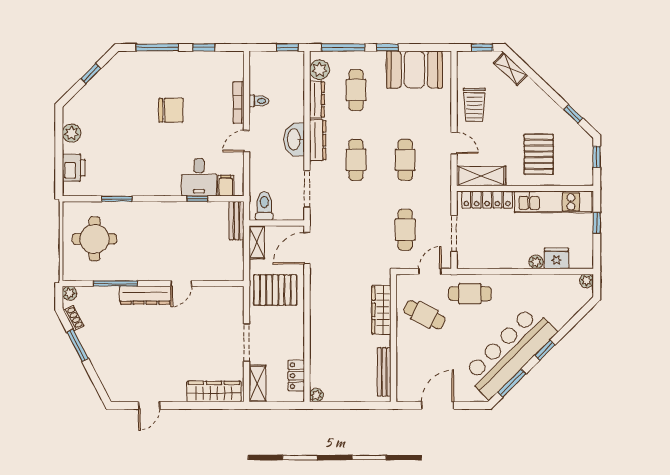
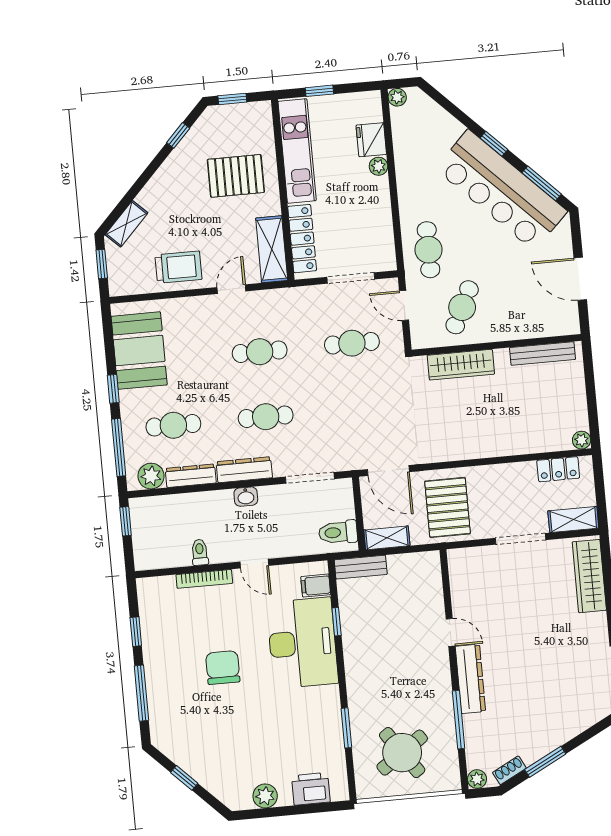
washbasin: (294, 139) -> (246, 497), width x0.52, depth x0.69
desk: (199, 177) -> (302, 643), width x1.87, depth x1.30
round table: (95, 239) -> (402, 753), turned -35

